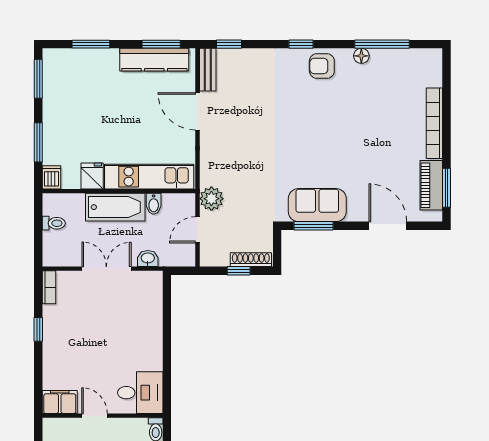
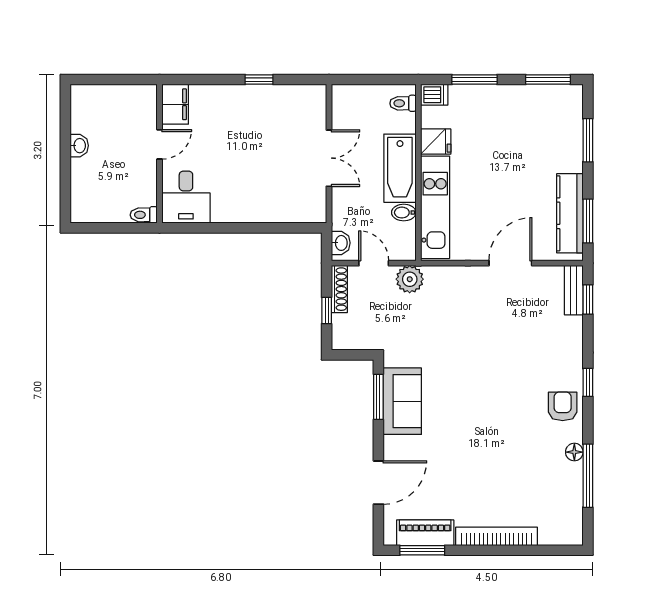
bench: (208, 70) -> (574, 290), moved, turned 90
toilet: (54, 223) -> (403, 103), moved, turned 90
washbasin: (148, 258) -> (341, 243), moved
shoe rack: (251, 260) -> (339, 289), moved
bookcase: (49, 287) -> (307, 92), removed

